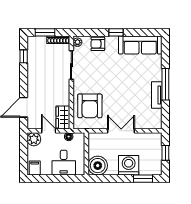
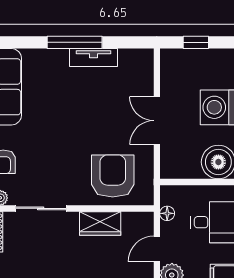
armchair: (90, 106) -> (113, 176), turned -90
wardrobe: (63, 117) -> (100, 223), moved

